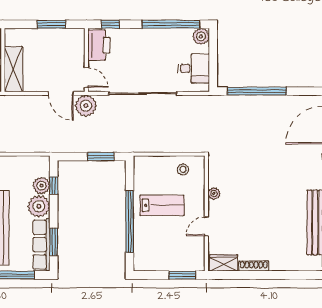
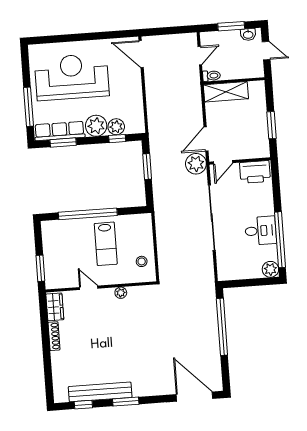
window: (110, 24) -> (276, 181), removed
desk: (194, 68) -> (261, 231), moved, turned -90
window: (101, 156) -> (147, 166), moved

